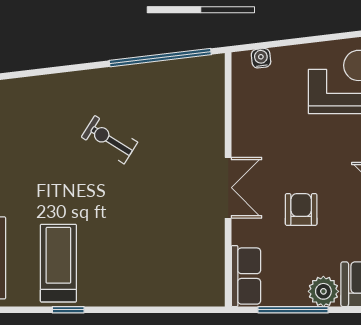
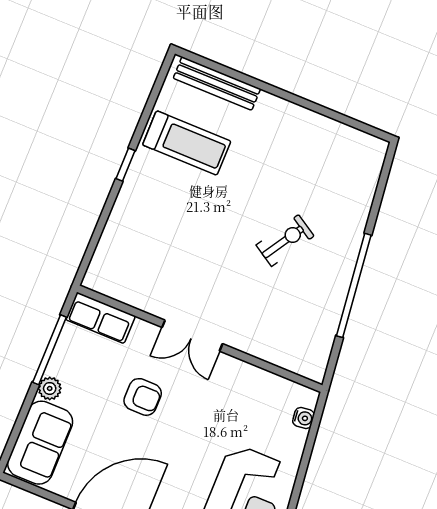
window: (160, 58) -> (354, 285), moved
plant: (323, 291) -> (50, 388), width x0.73, depth x0.73
window: (68, 310) -> (125, 165), moved

